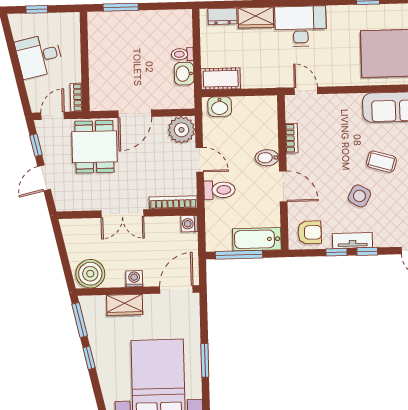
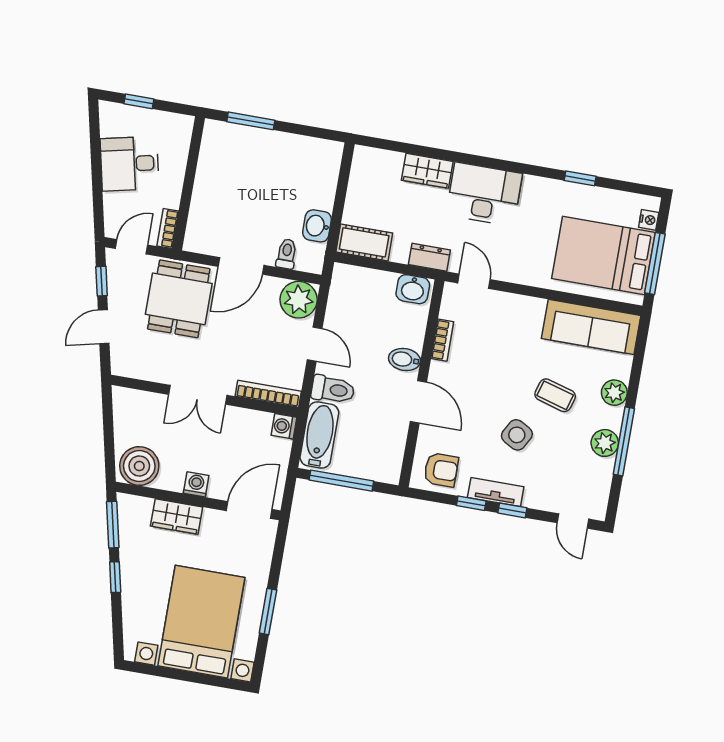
dresser: (222, 16) -> (429, 257), moved, turned 180
toilet: (182, 54) -> (287, 254), moved, turned 90
washbasin: (220, 107) -> (413, 289), moved
bathtub: (257, 239) -> (319, 435), moved, turned 90

